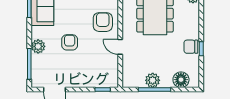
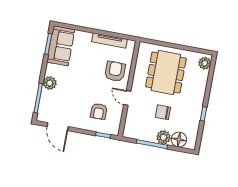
armchair: (70, 42) -> (99, 111), moved, turned 180
chair: (191, 47) -> (163, 112), moved
plant: (153, 80) -> (163, 137), moved

